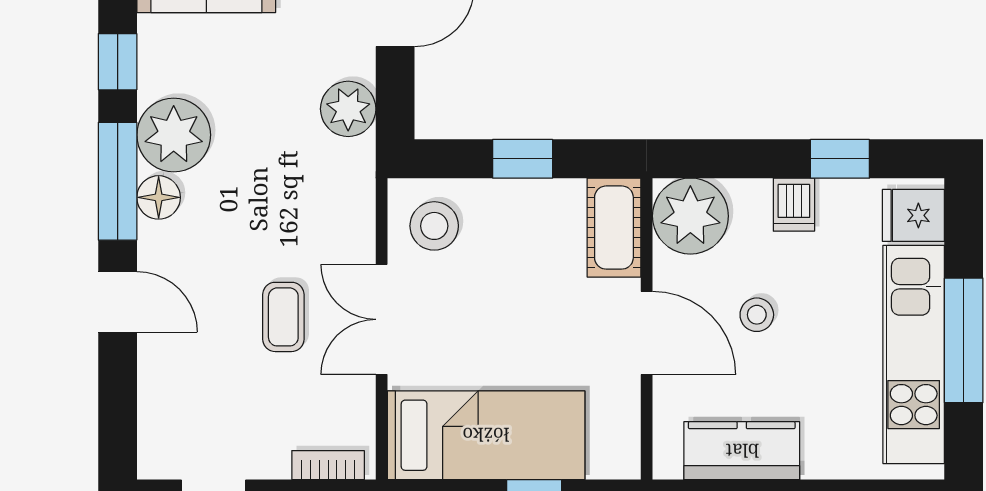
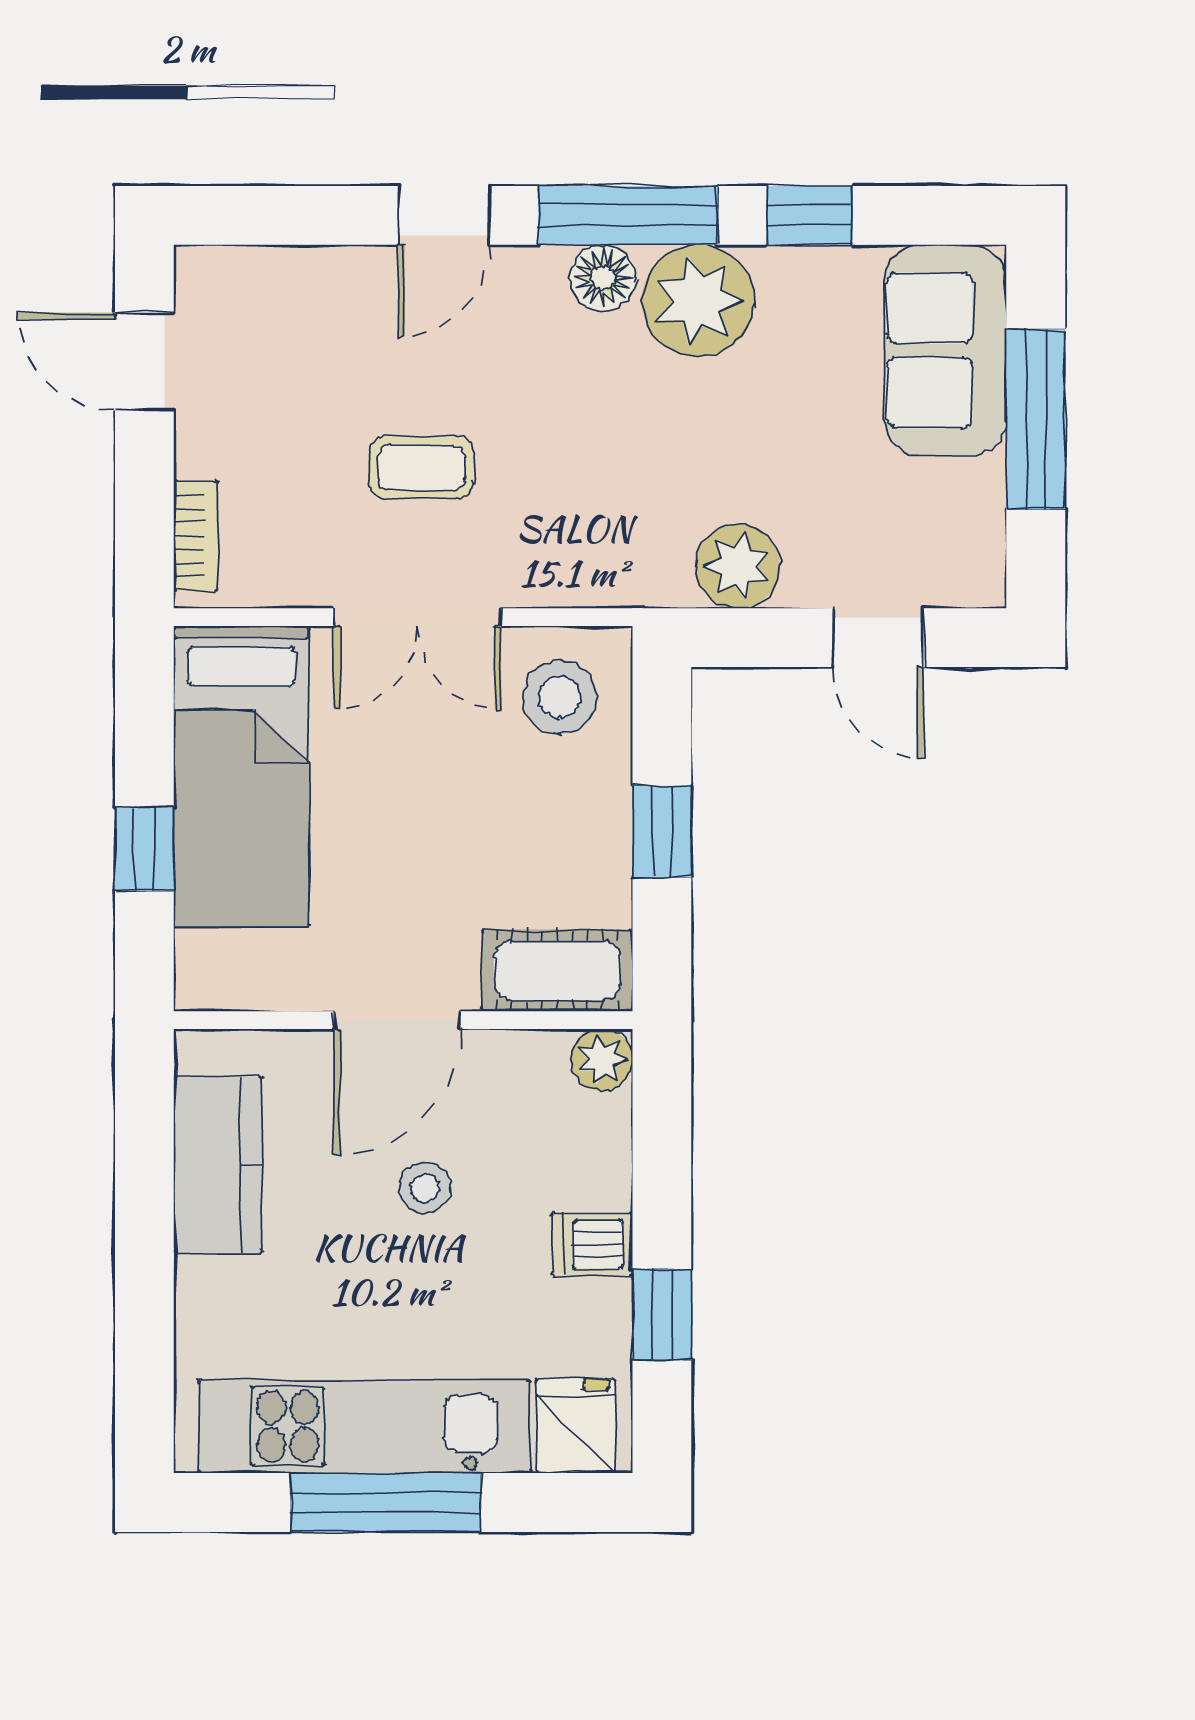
plant: (690, 216) -> (602, 1060), width x0.53, depth x0.53
double door: (382, 319) -> (418, 617), swing flipped

